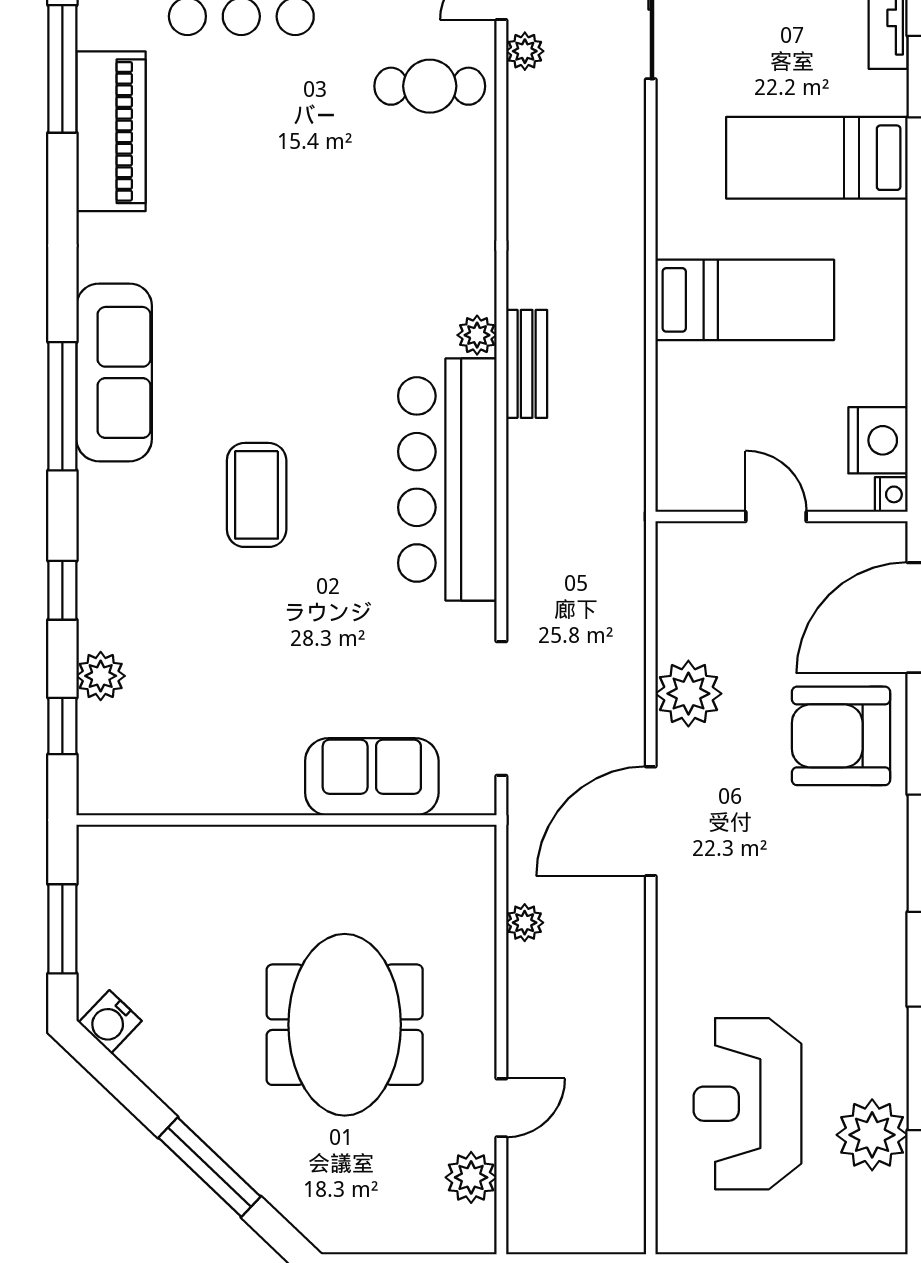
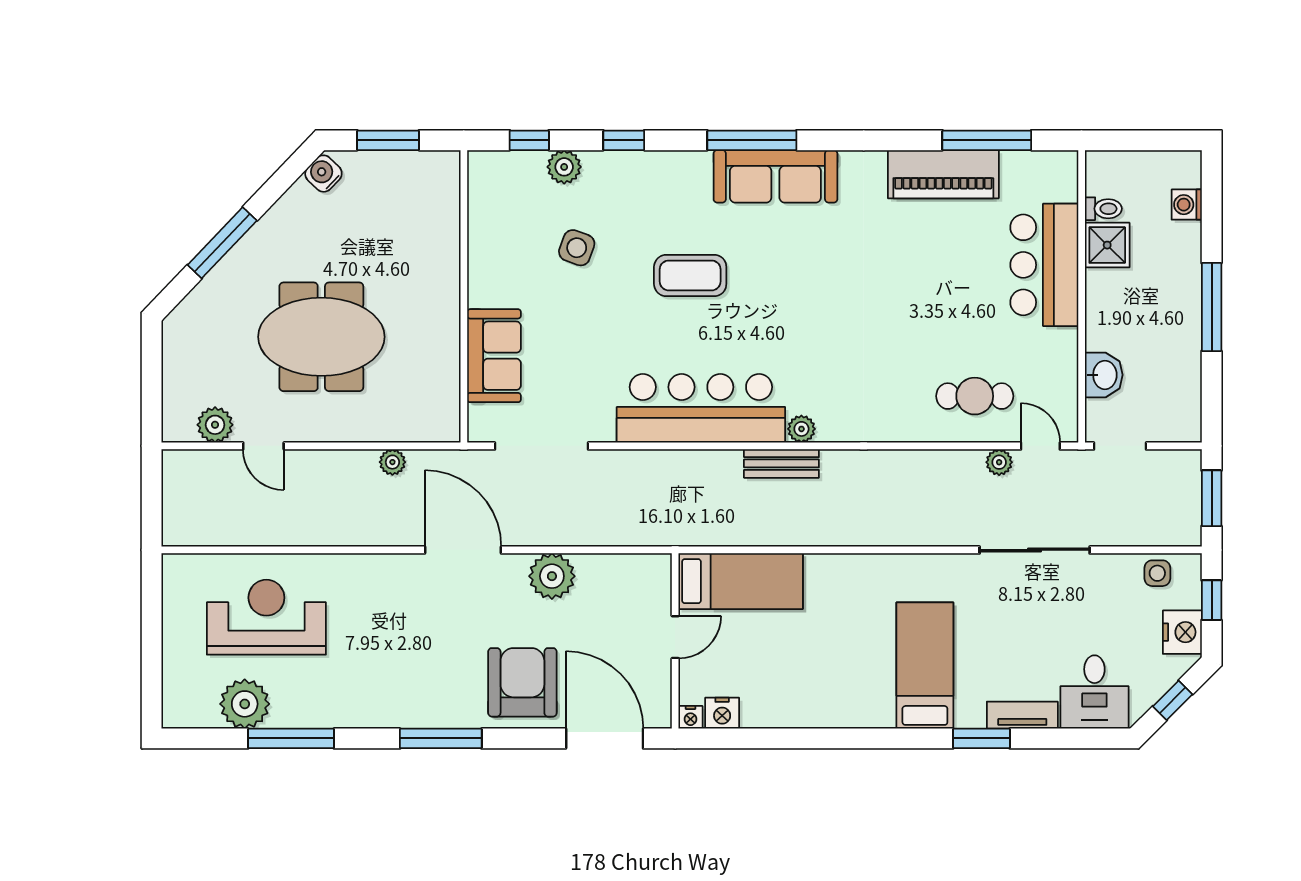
cafe table: (430, 86) -> (975, 396), turned 90
bed: (745, 300) -> (741, 581), moved, turned -90
nightstand: (878, 440) -> (722, 713), width x0.74, depth x0.75
side table: (217, 658) -> (577, 248), added

